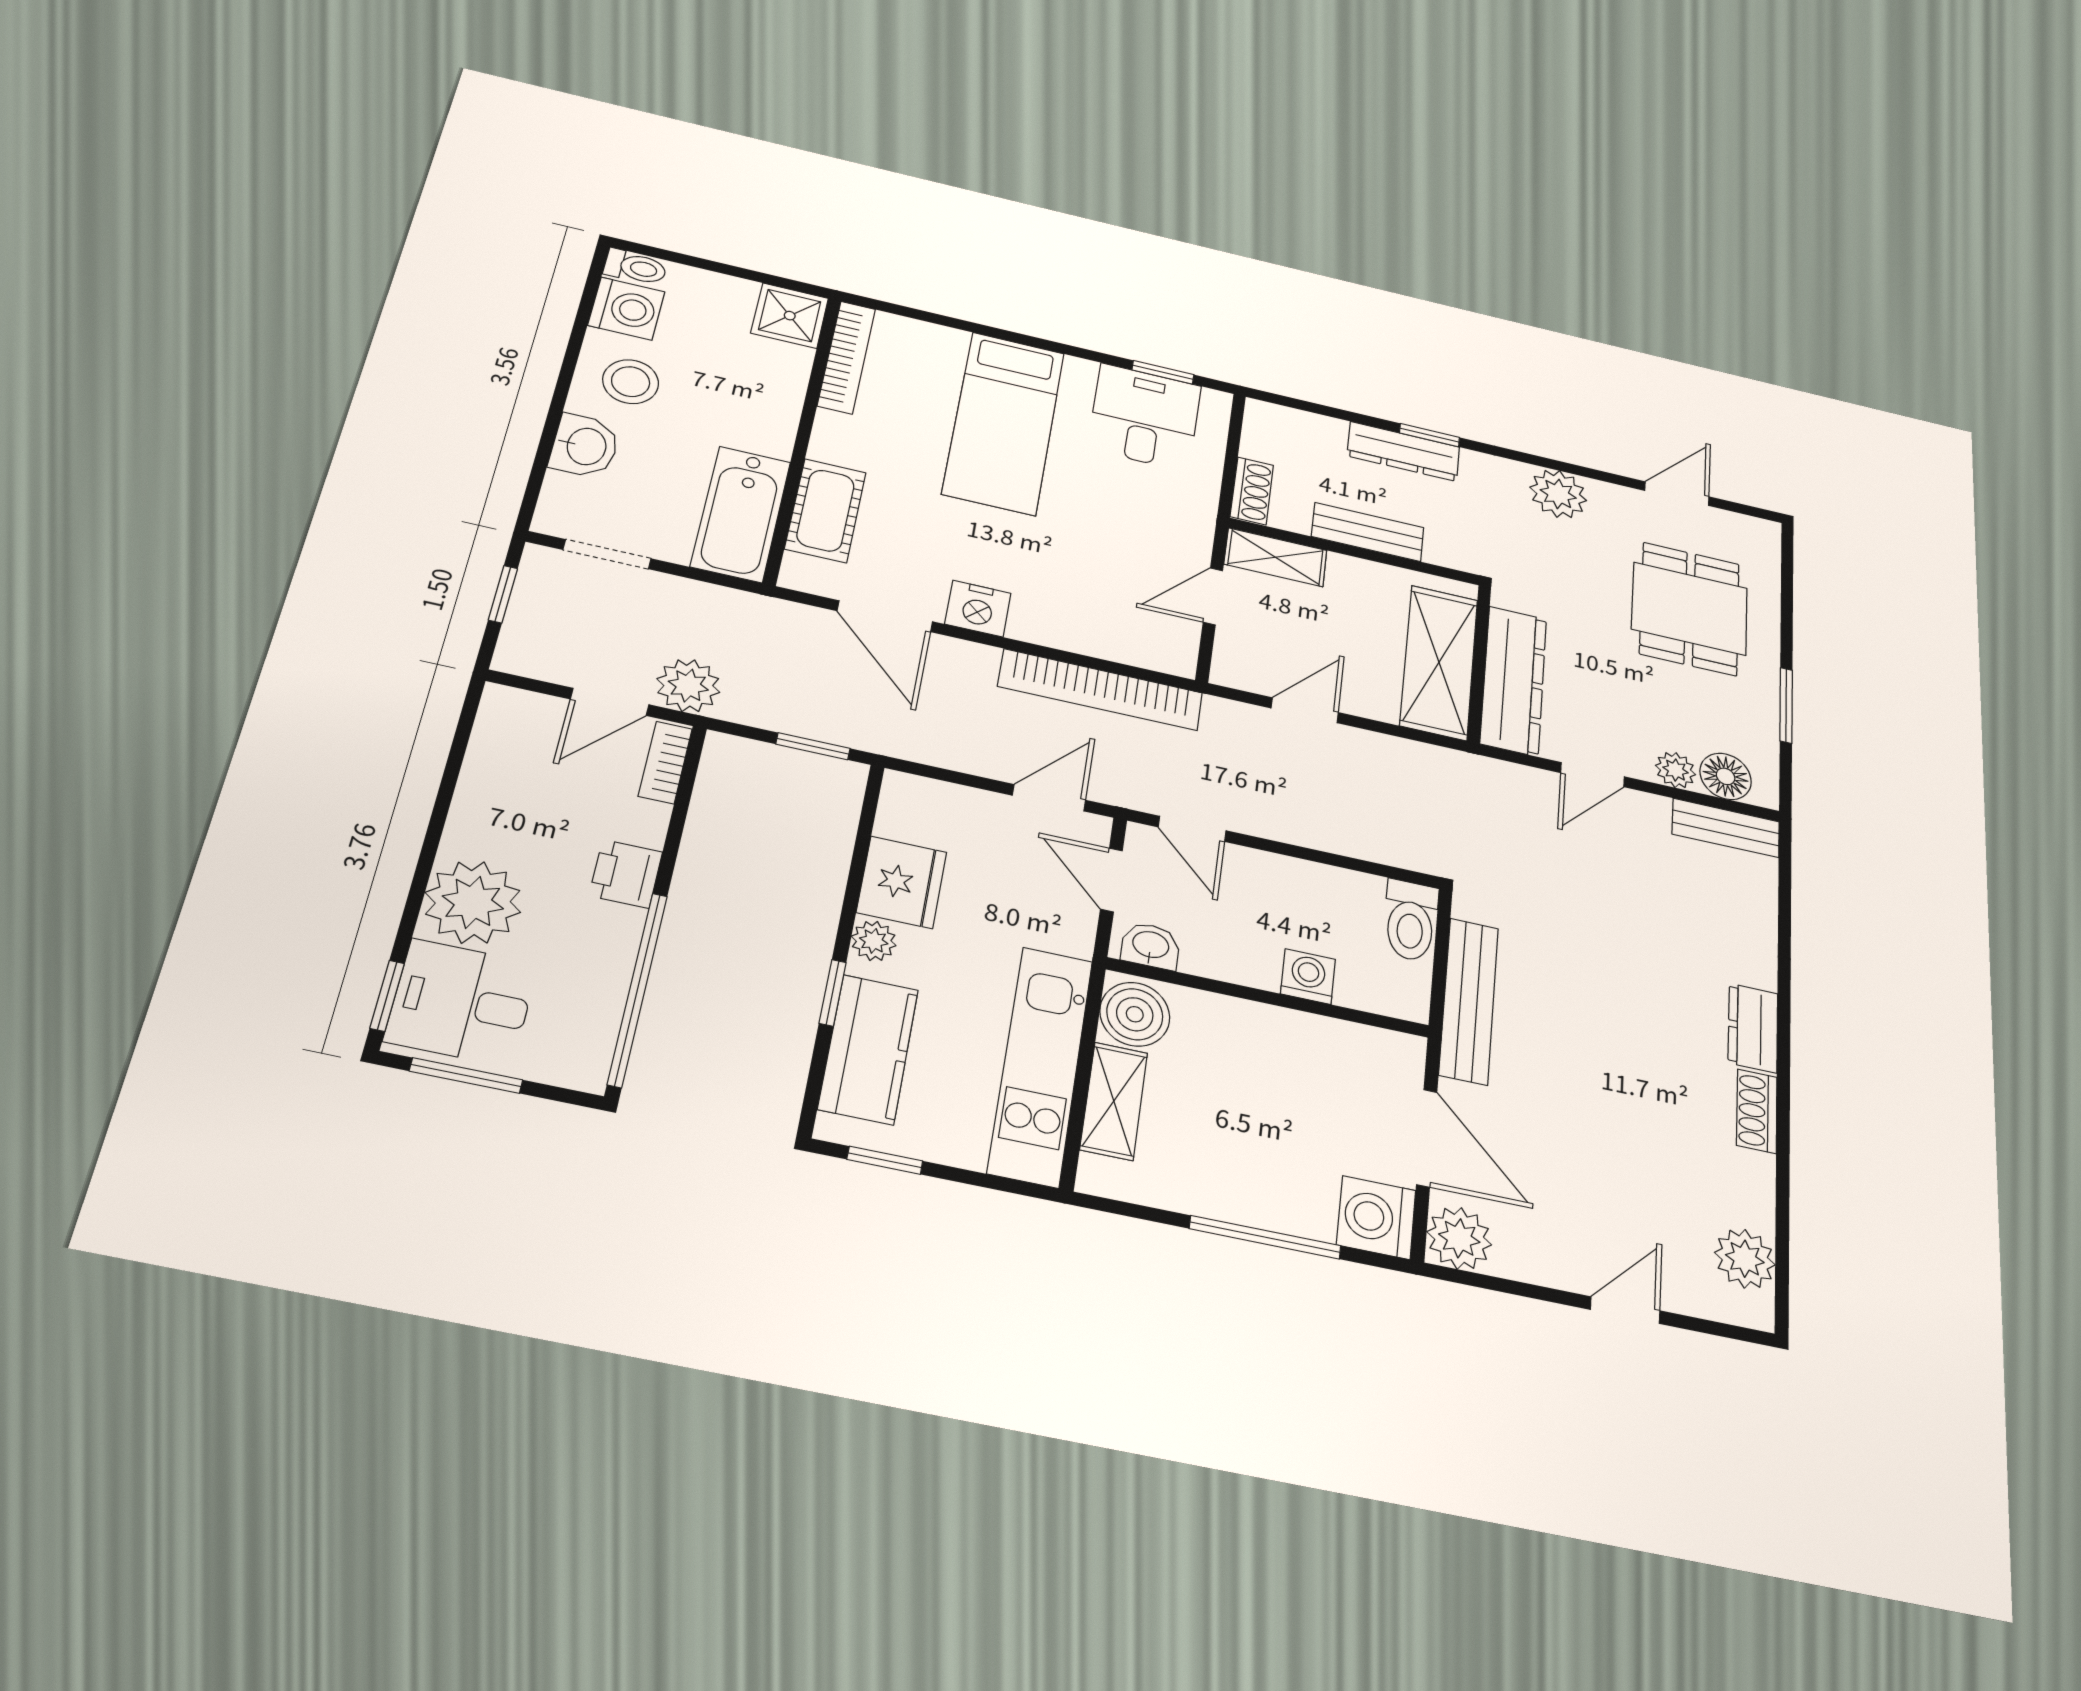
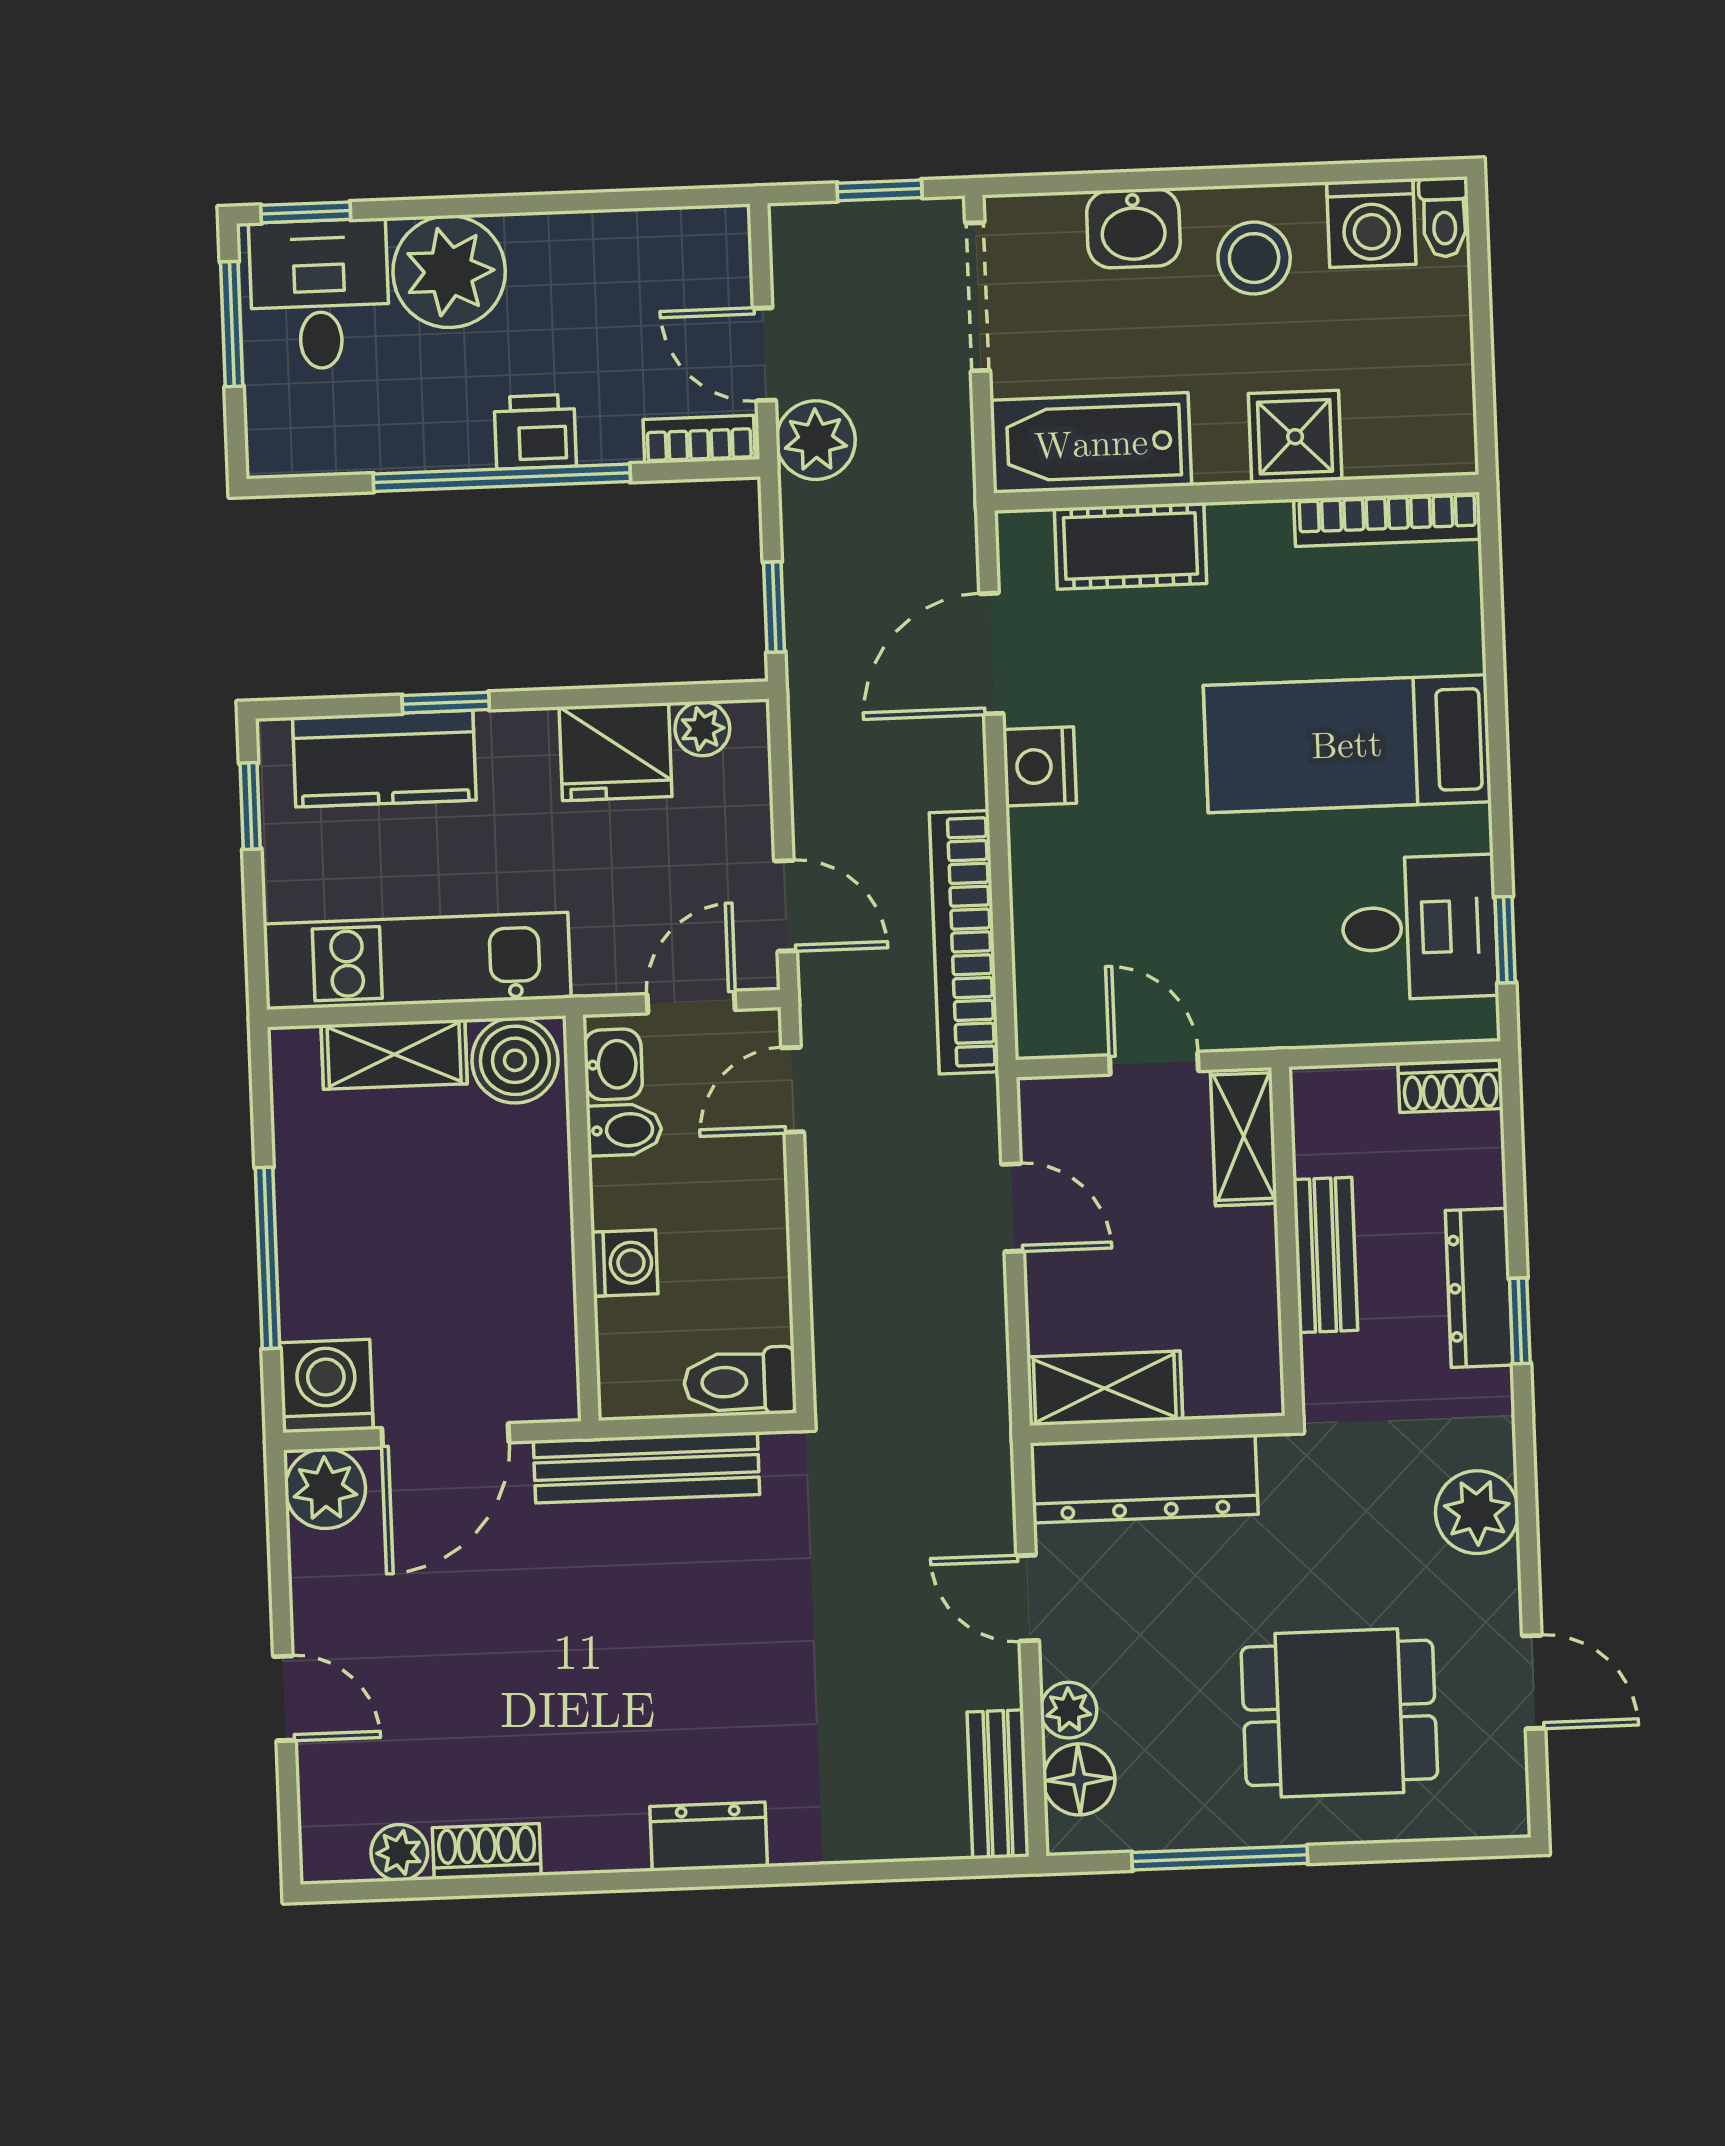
shower: (790, 316) -> (1295, 437), moved
shoe rack: (1252, 491) -> (1450, 1086), moved
doorway: (607, 554) -> (978, 297), width x1.38
shelving: (1439, 662) -> (1105, 1388), width x0.67, depth x0.75
window: (1786, 705) -> (1220, 1858), width x1.44
plant: (874, 941) -> (702, 729), moved
bidet: (1204, 951) -> (624, 1130), added
window: (637, 989) -> (502, 478), moved
shoe rack: (1757, 1111) -> (487, 1851), moved
plant: (1745, 1259) -> (399, 1853), width x0.73, depth x0.73

